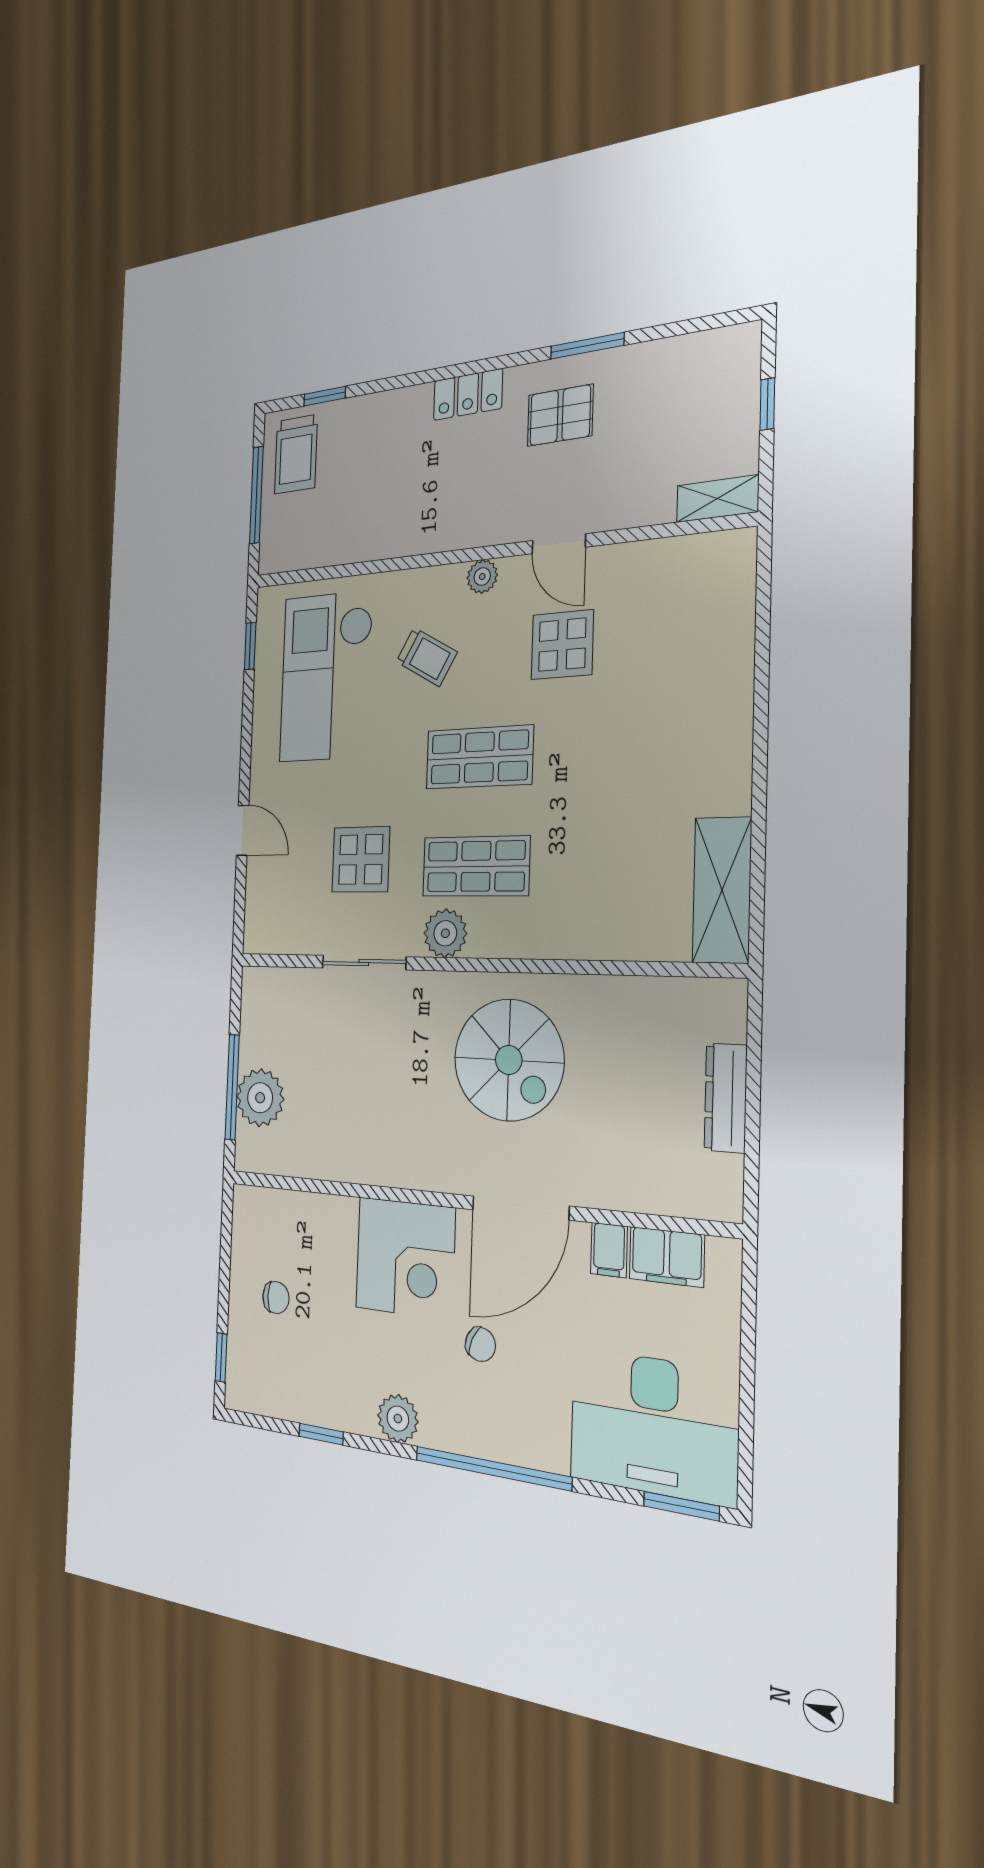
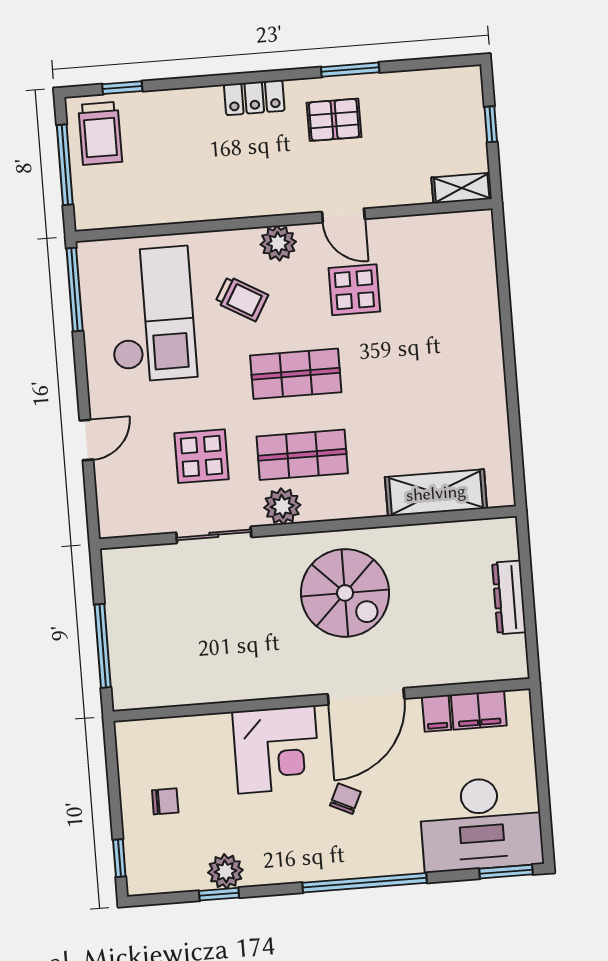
plant: (482, 577) -> (278, 243), width x1.38, depth x1.38
window: (250, 646) -> (75, 290), width x2.17
checkout: (326, 677) -> (152, 314), turned 180
door: (243, 830) -> (86, 440), hinge flipped
shelving: (722, 890) -> (436, 493), moved, turned 90
plant: (260, 1098) -> (131, 650), removed
chair: (481, 1344) -> (345, 799), turned -89
plant: (398, 1419) -> (225, 871), moved

